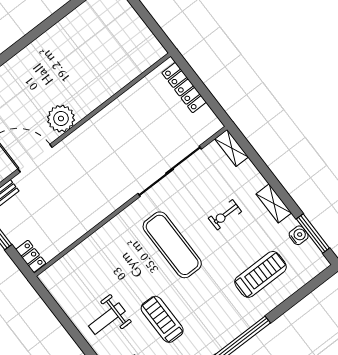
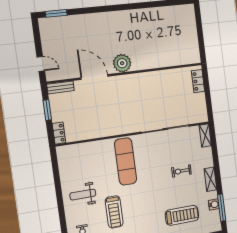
locker: (184, 88) -> (198, 81), width x0.66
exercise mat: (172, 245) -> (126, 161), moved
treadmill: (162, 319) -> (114, 212), turned 180

